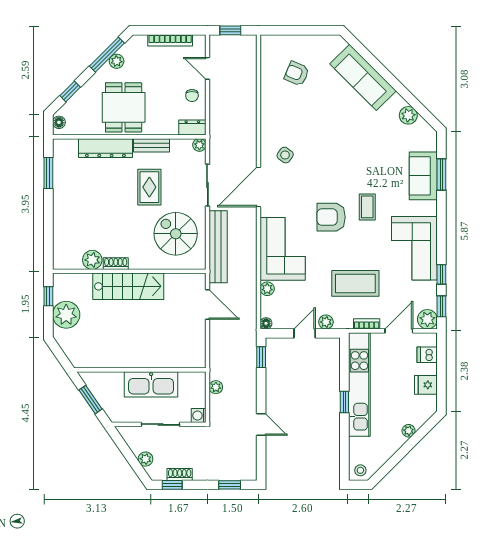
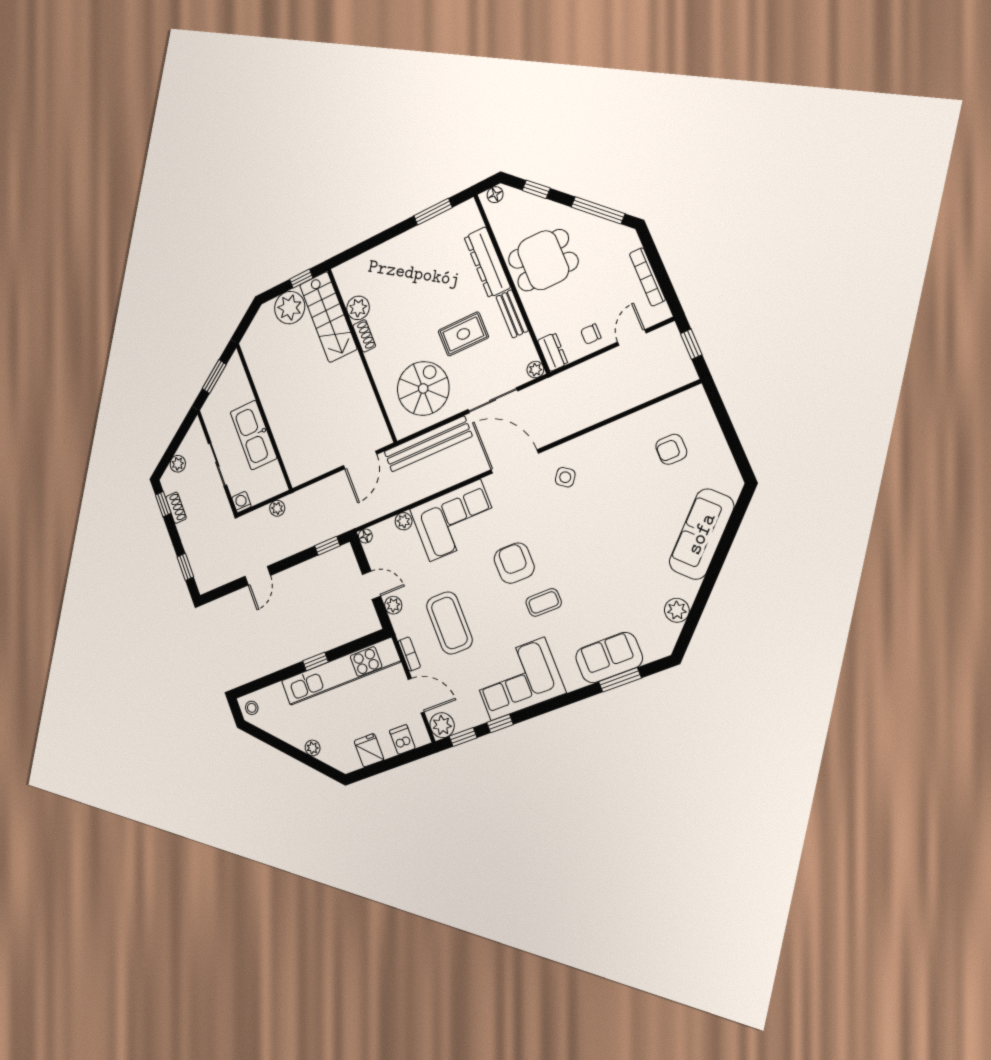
plant: (117, 61) -> (595, 226), removed
armchair: (297, 74) -> (671, 449), turned -113
stairs: (128, 286) -> (328, 317), moved

